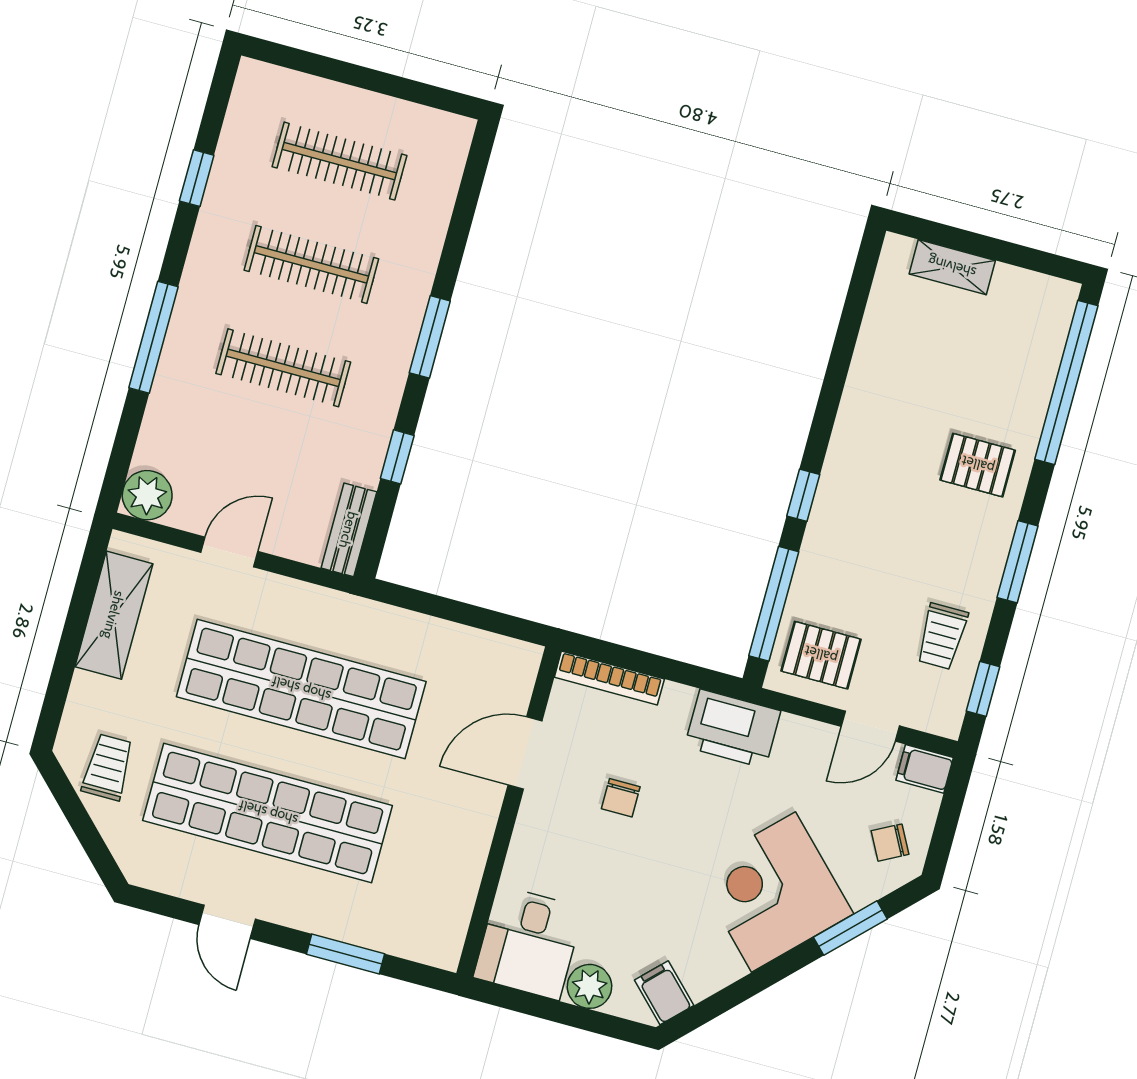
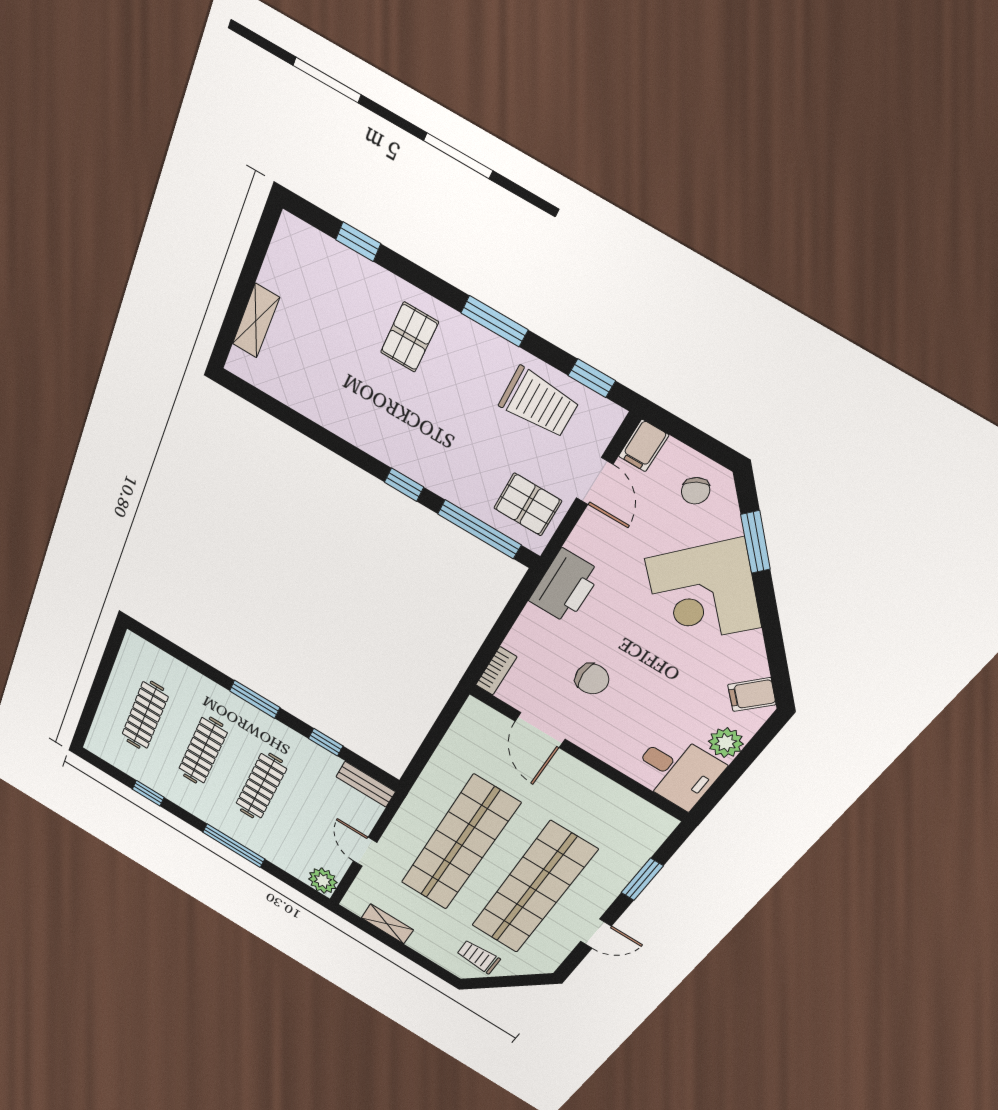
window: (1066, 382) -> (358, 242), width x0.32
shelving: (114, 615) -> (387, 924), width x0.67, depth x0.75
trolley: (942, 636) -> (539, 403), width x1.36, depth x1.39
pallet: (821, 655) -> (528, 505), turned 90
bookcase: (609, 678) -> (496, 671), width x0.64
chair: (621, 798) -> (592, 679), width x1.37, depth x1.37

